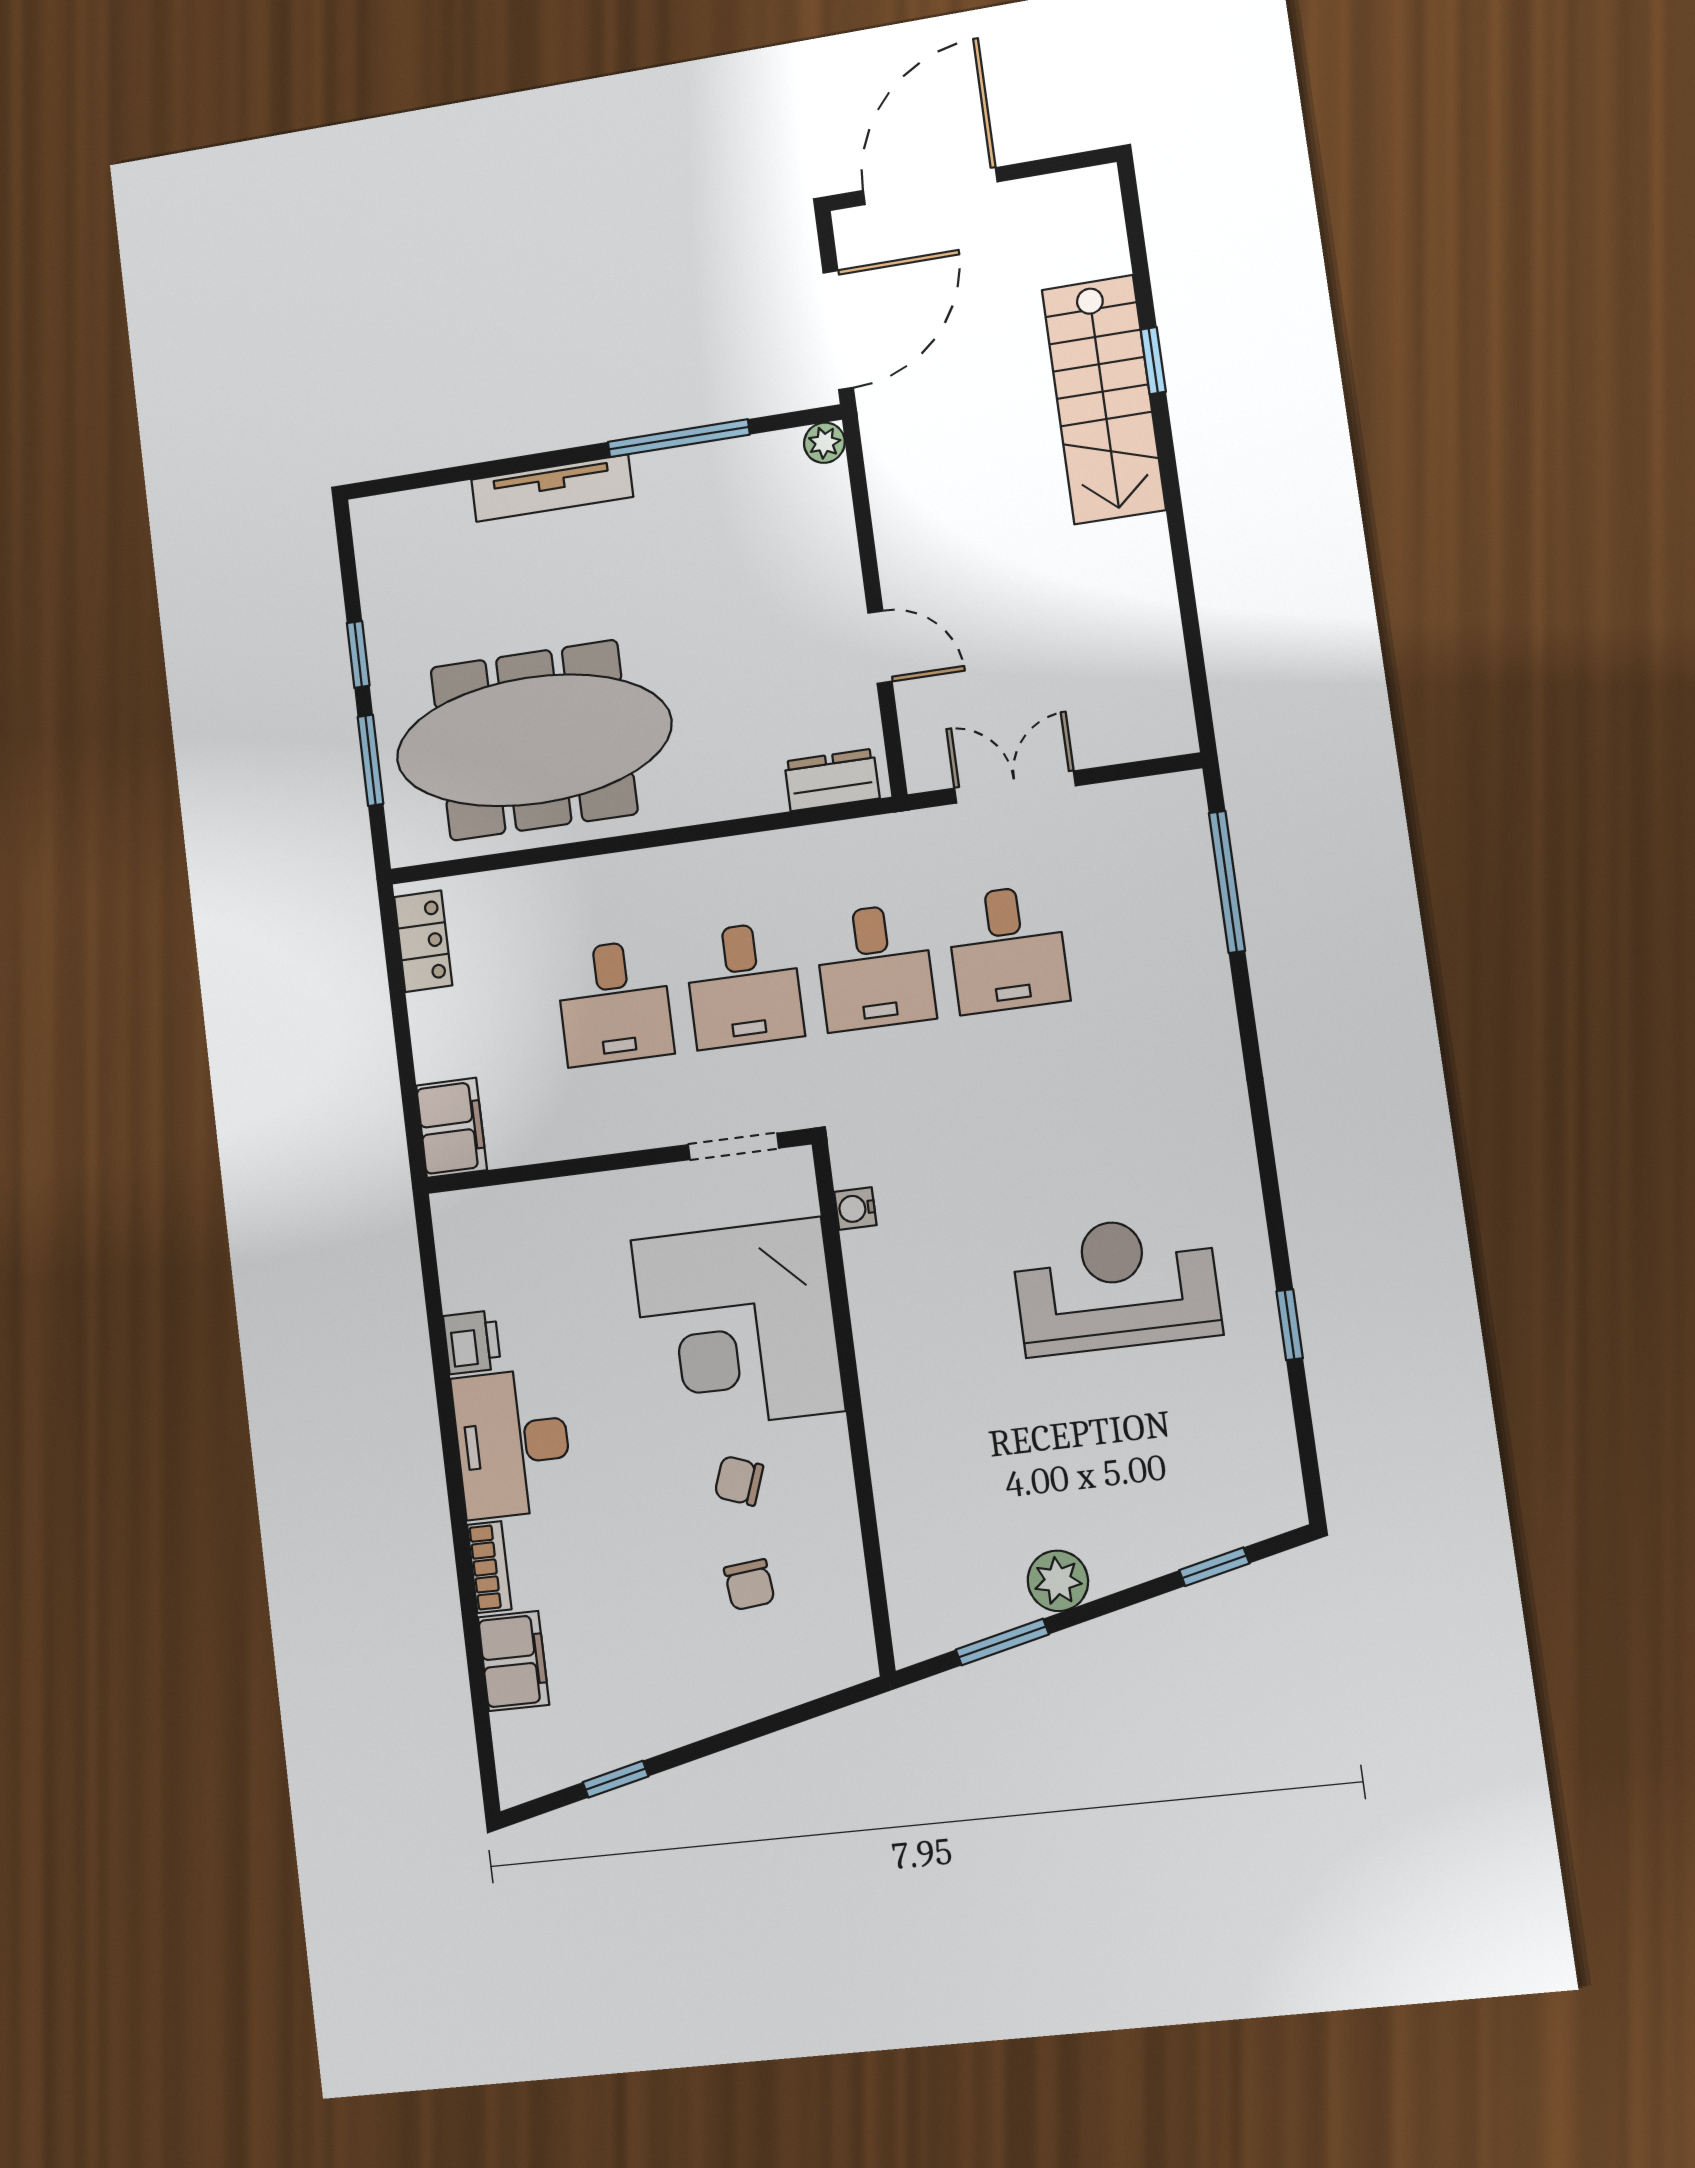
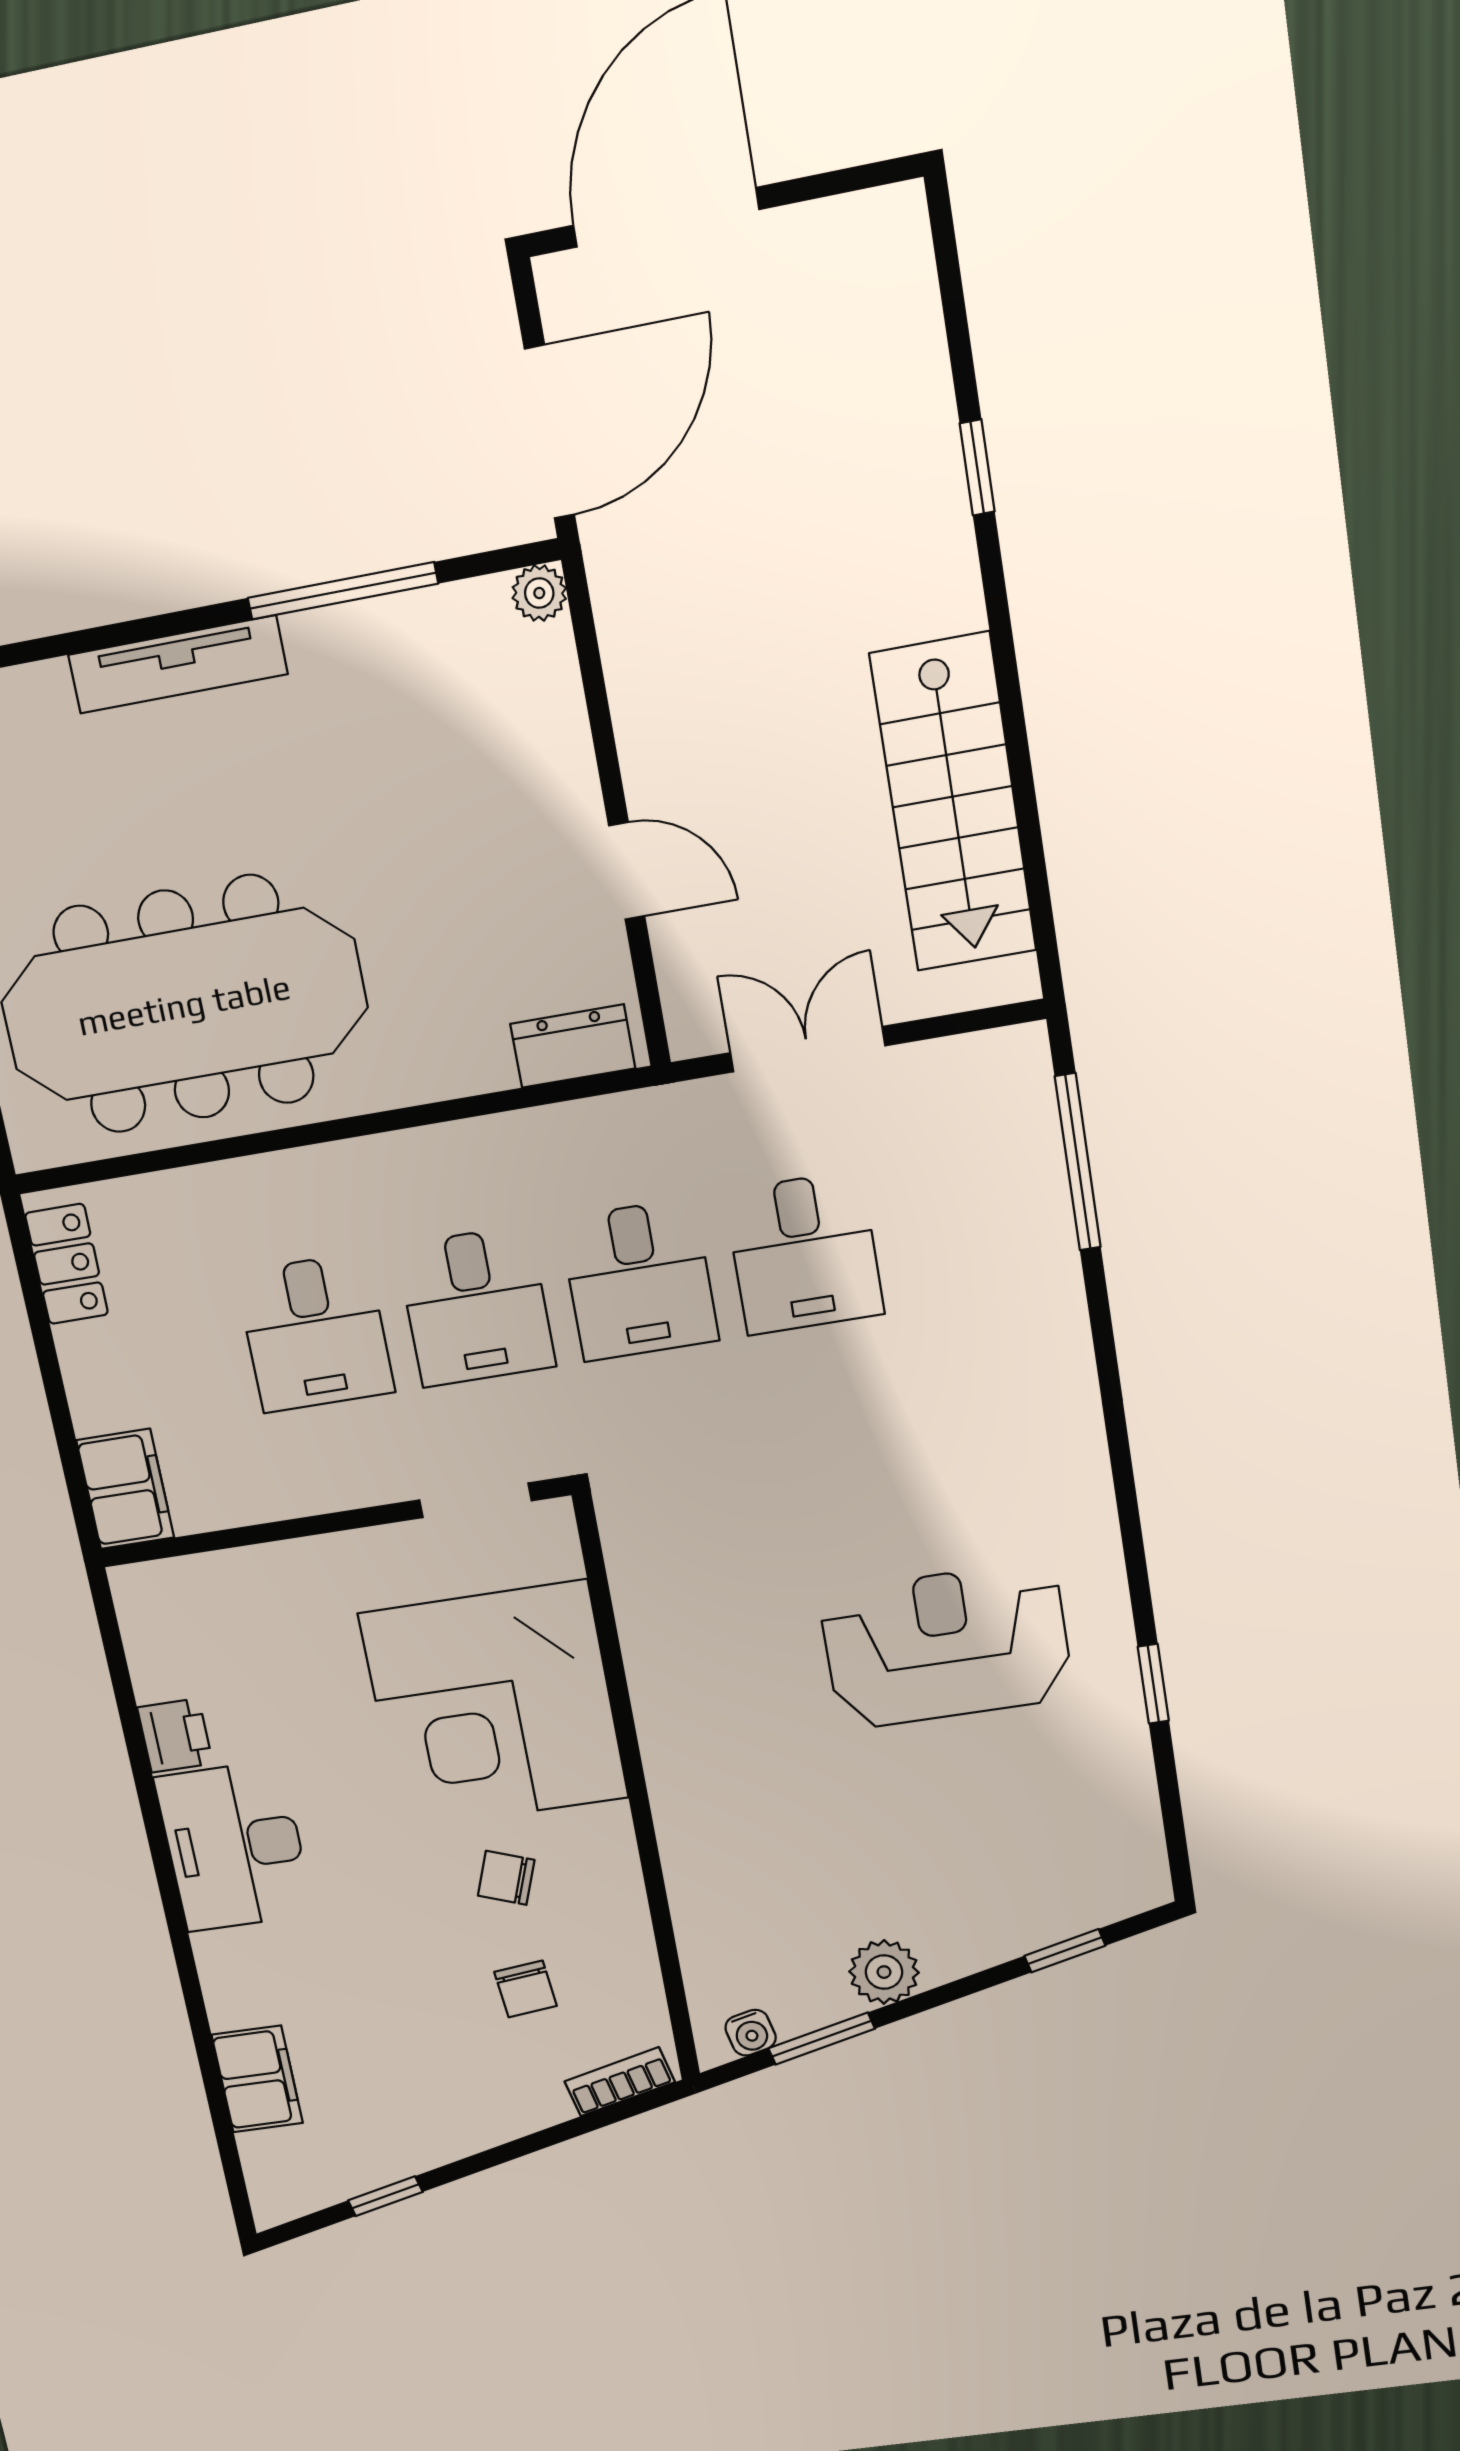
stairs: (1104, 399) -> (953, 803), moved
water cooler: (855, 1208) -> (751, 2033), moved, turned -103
bookcase: (489, 1567) -> (620, 2082), moved, turned -103

